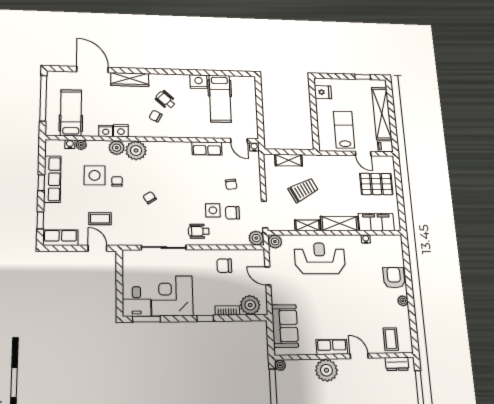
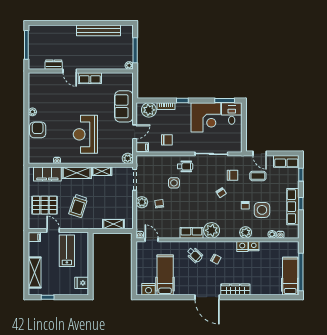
door: (93, 70) -> (207, 297), moved
nightstand: (199, 82) -> (149, 289), moved
wheelchair: (166, 100) -> (195, 255), moved
hospital bed: (71, 113) -> (290, 276), moved, turned 180
shelving: (382, 114) -> (35, 273), width x0.68
lab bench: (344, 130) -> (67, 251), turned 180
row of seats: (207, 149) -> (191, 233), moved
plant: (136, 150) -> (212, 230), moved
trolley: (303, 190) -> (78, 206), moved, turned -44
chair: (232, 213) -> (232, 175), moved
plant: (256, 238) -> (142, 202), moved
filing cabinet: (257, 256) -> (142, 147), added
reception desk: (320, 258) -> (85, 134), moved, turned 90
door: (268, 276) -> (135, 132), hinge flipped
armchair: (394, 278) -> (38, 130), turned 180
sofa: (285, 326) -> (124, 106), moved
coffee table: (391, 339) -> (45, 83), removed
dresser: (397, 364) -> (54, 65), moved
plant: (326, 370) -> (95, 61), removed

